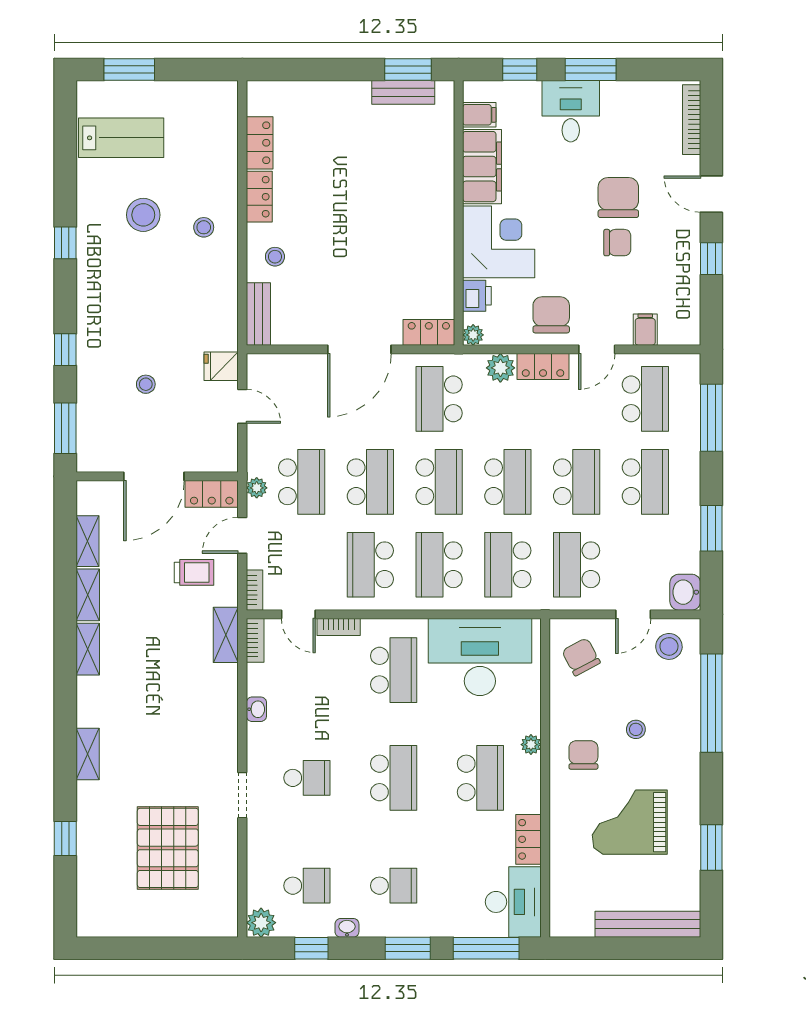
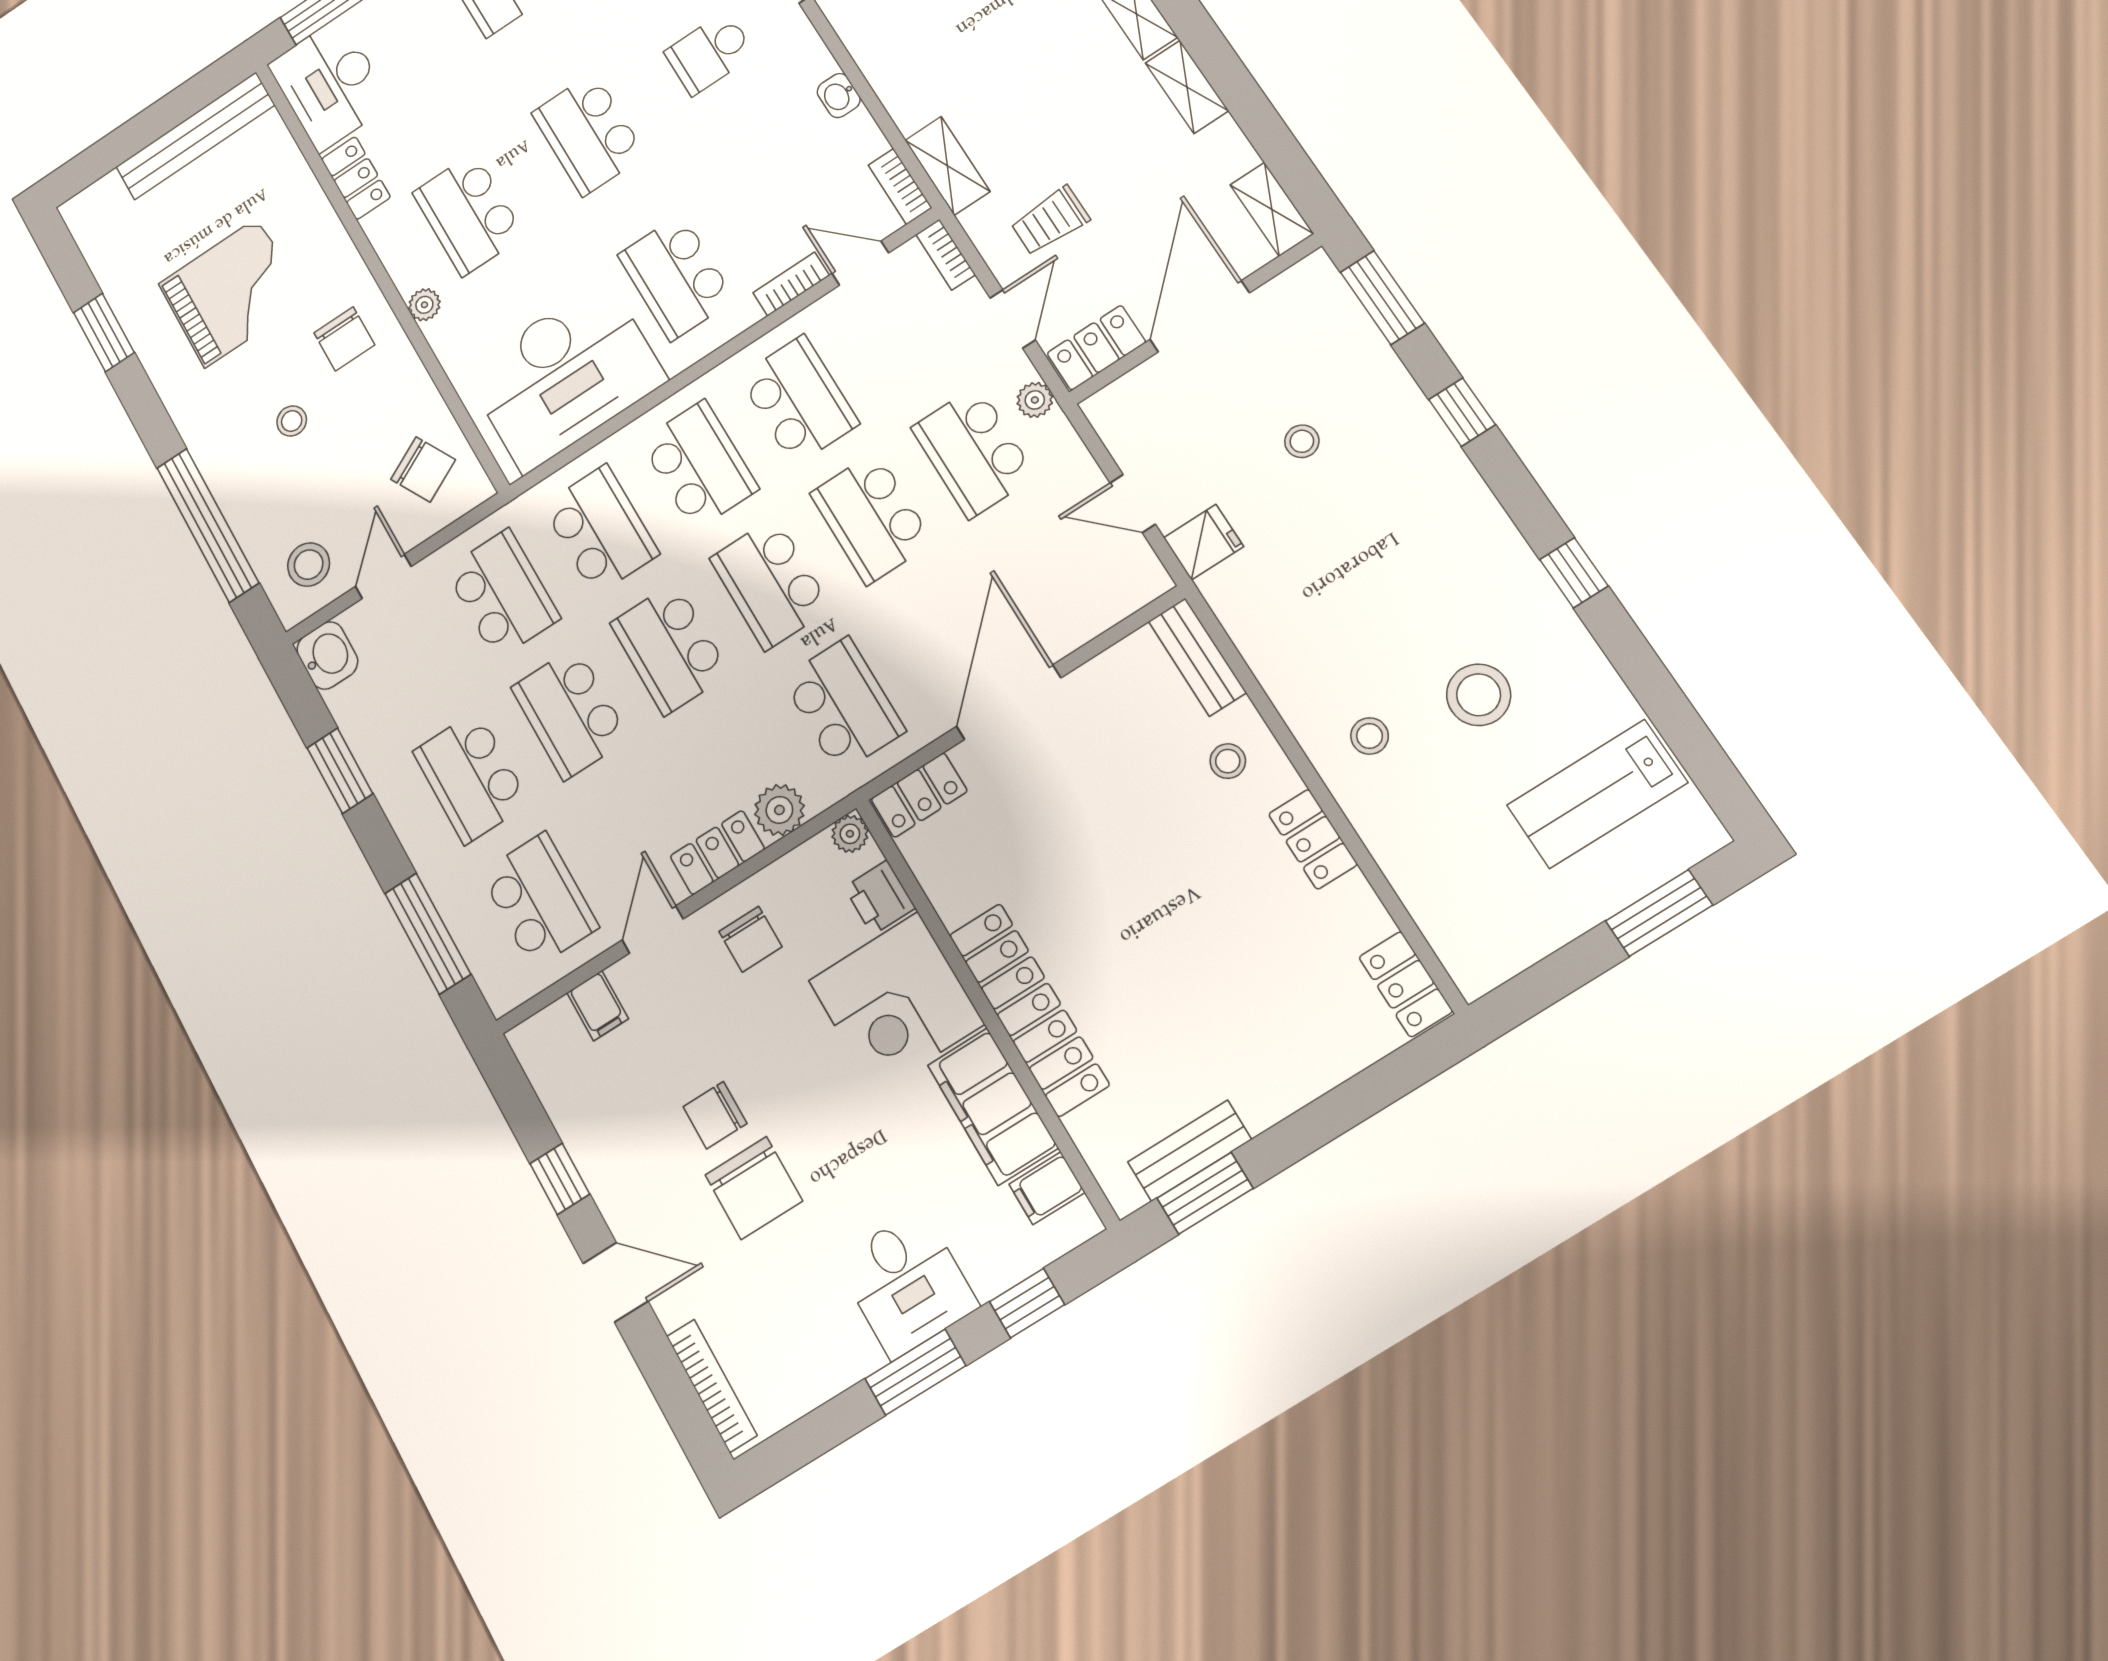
locker: (260, 143) -> (1406, 984), moved
locker: (438, 200) -> (1029, 1010), added
chair: (551, 315) -> (750, 939), width x0.73, depth x0.73
school desk: (645, 399) -> (539, 900), turned 180
shelving: (88, 541) -> (1272, 209), moved
bench: (648, 924) -> (195, 136), moved

